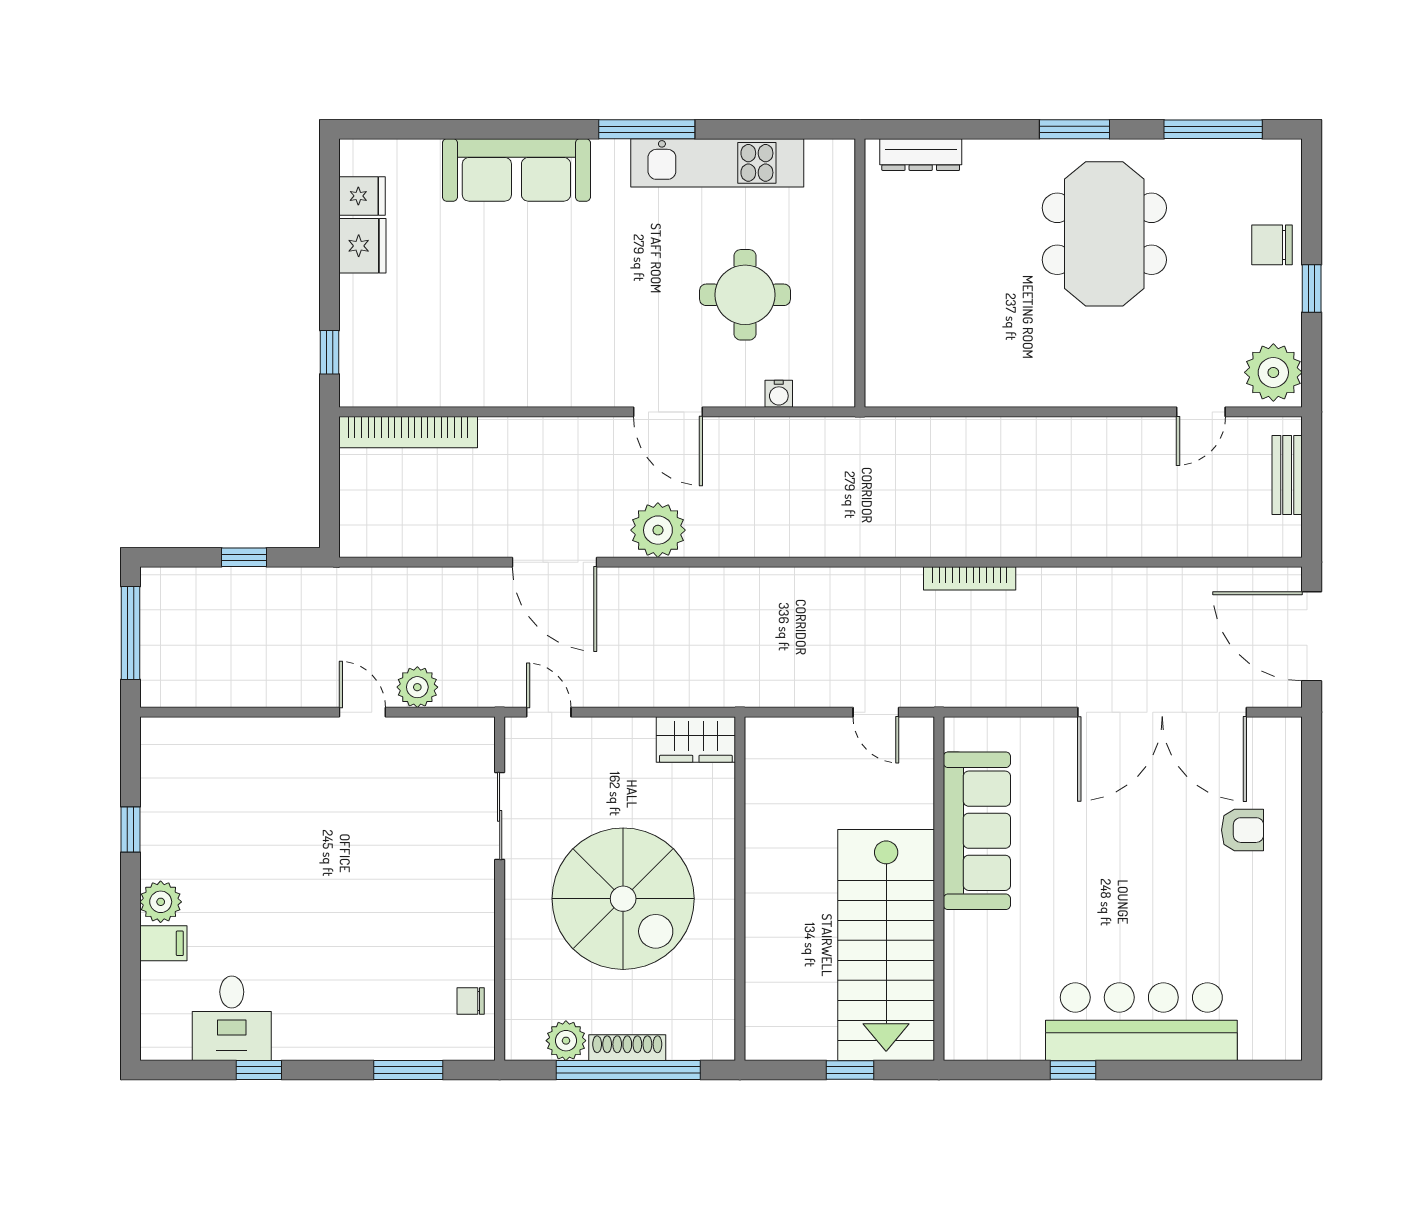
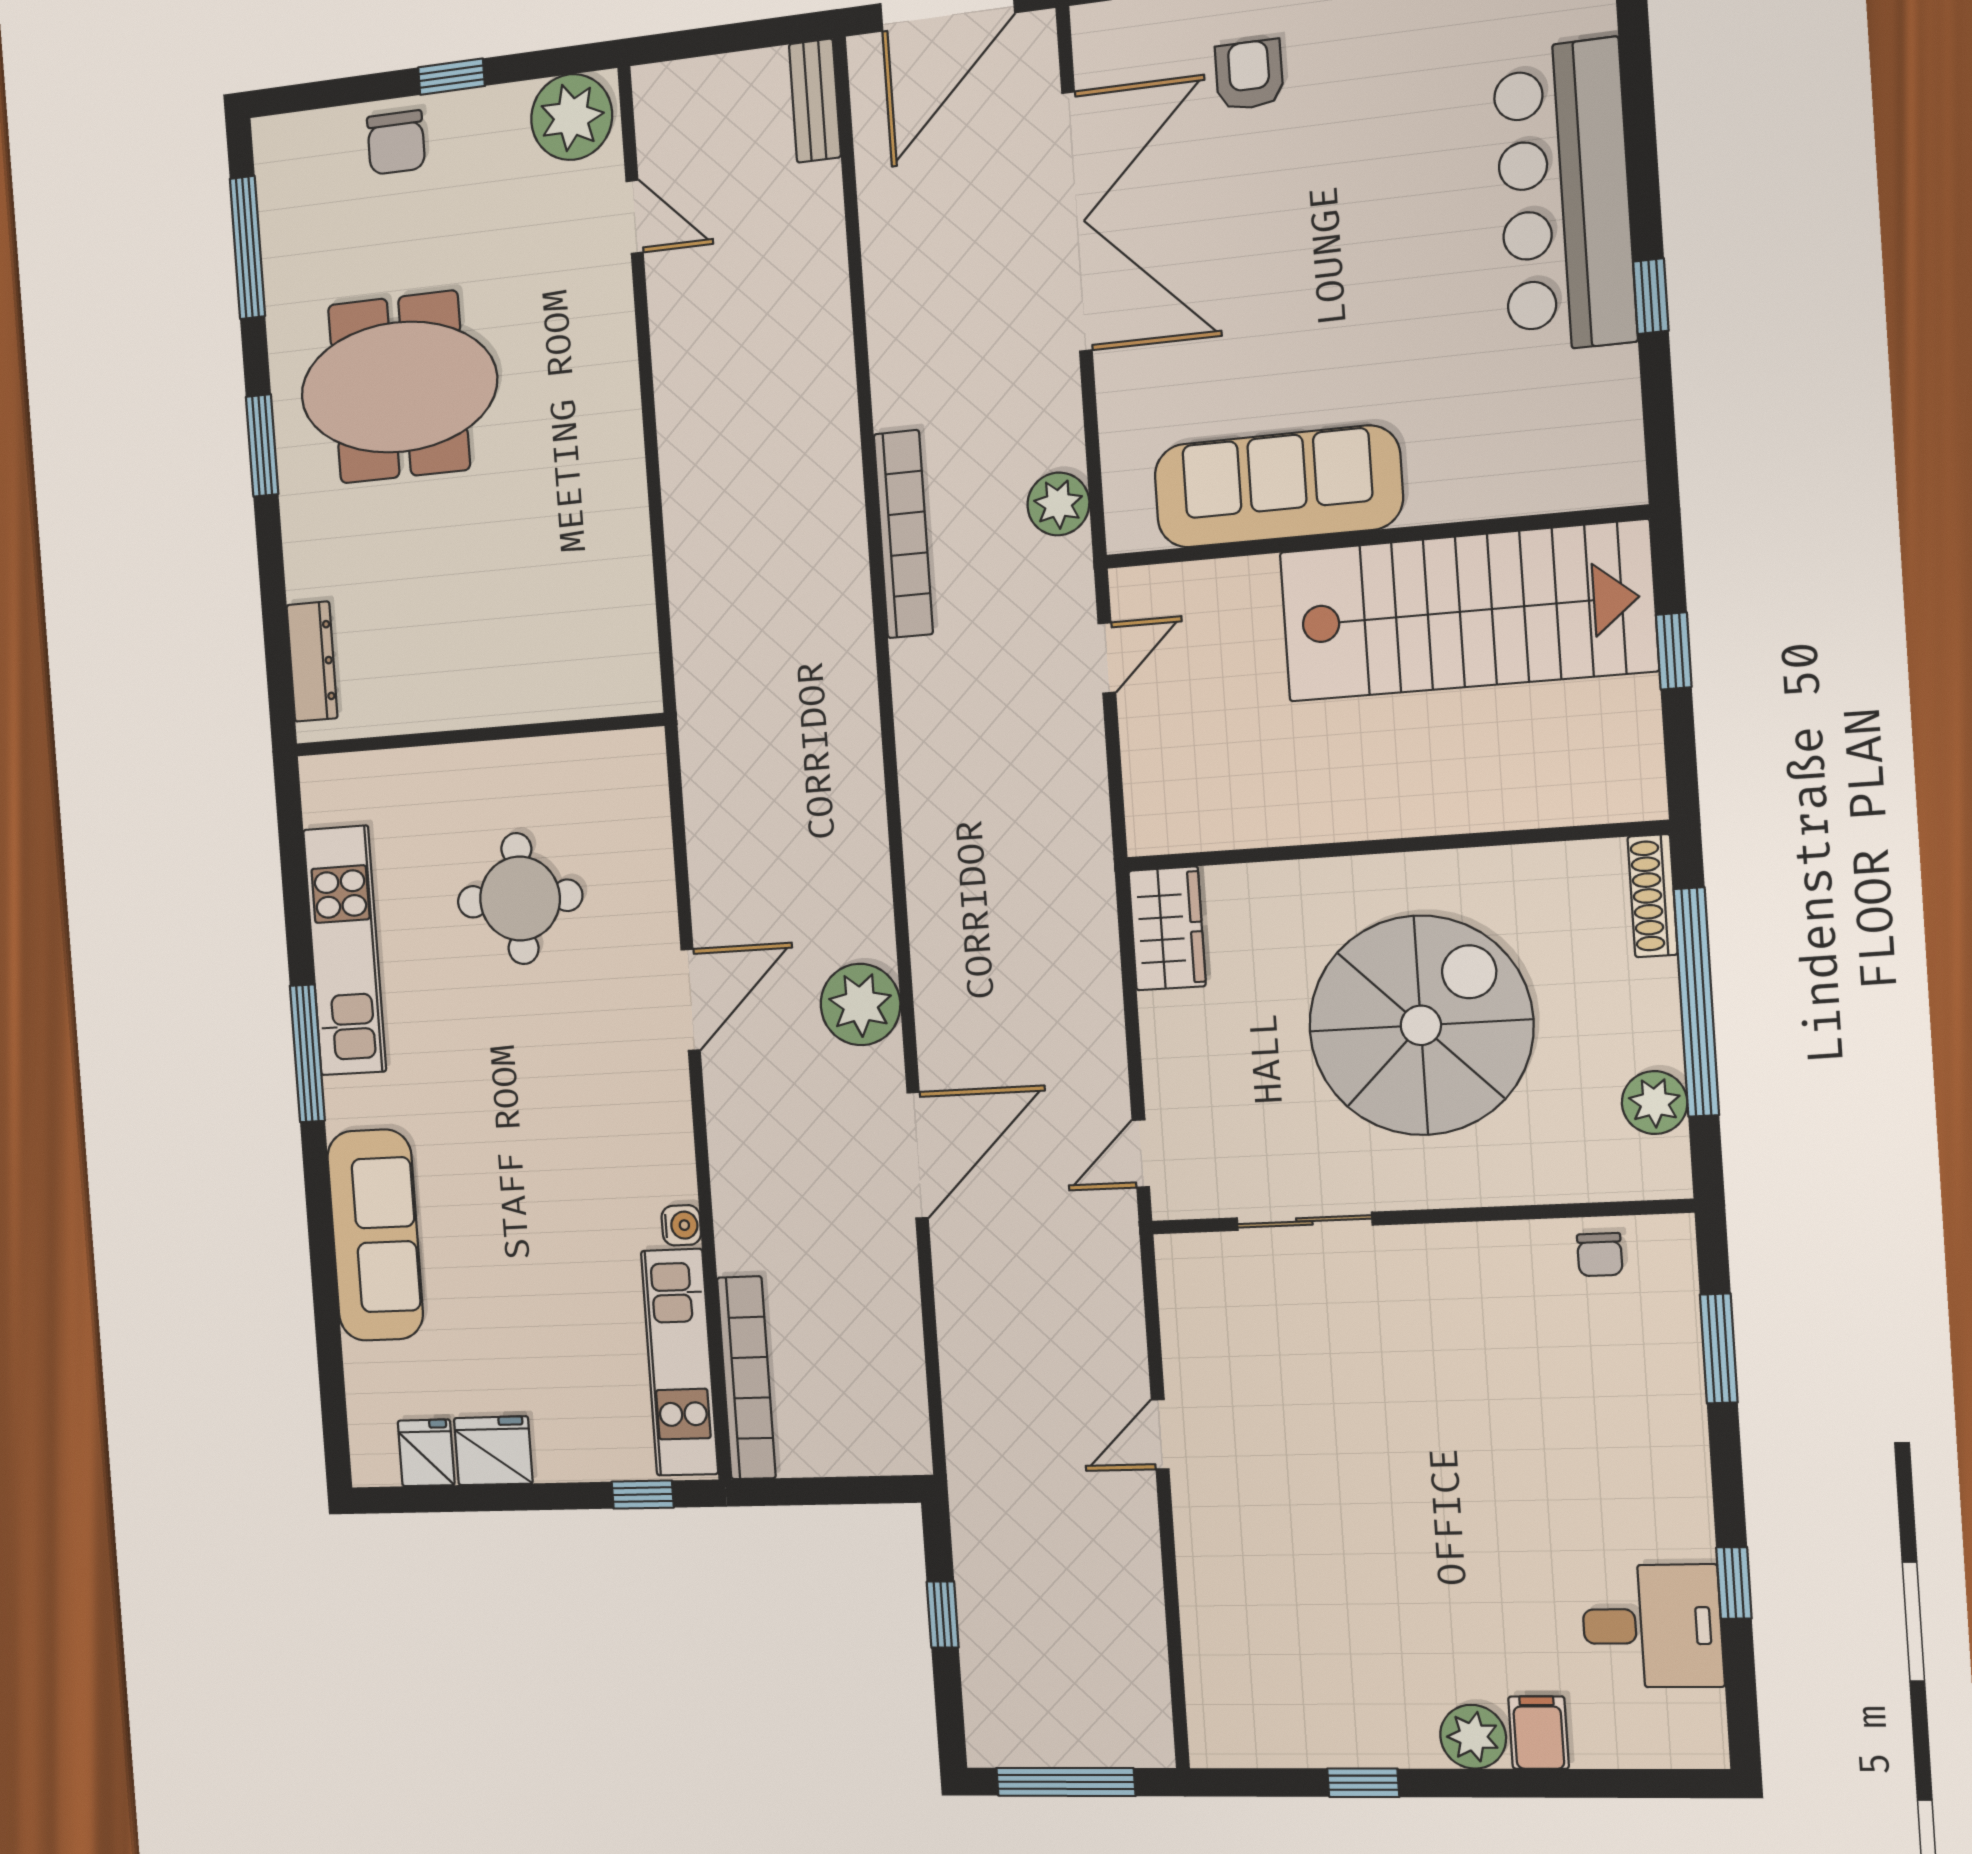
kitchen unit: (420, 385) -> (680, 1362), added
water cooler: (779, 394) -> (681, 1225), moved
bench: (1287, 475) -> (815, 101), moved, turned 90
bookcase: (970, 578) -> (903, 534), width x1.48, depth x1.31
plant: (417, 687) -> (1058, 504), moved
shoe rack: (627, 1048) -> (1653, 896), moved

